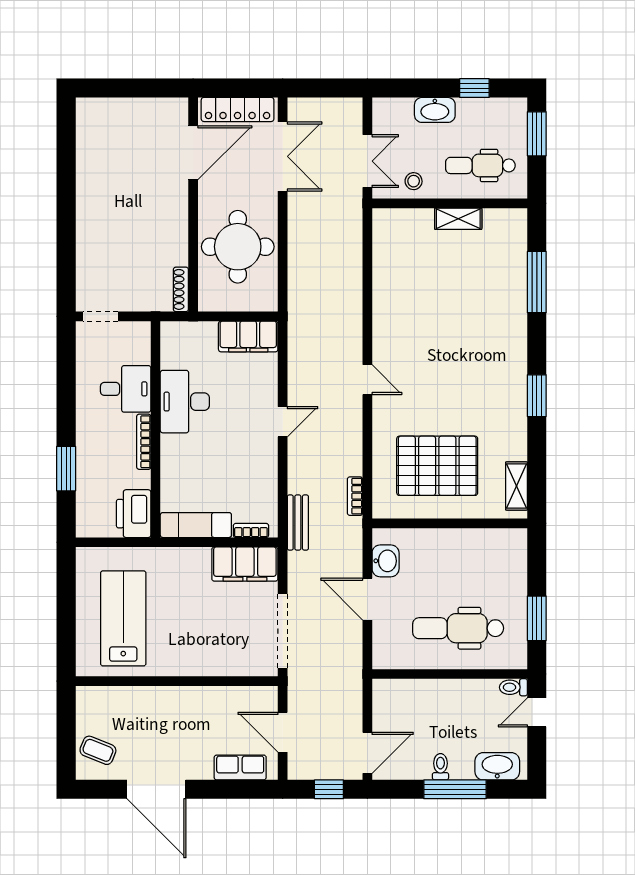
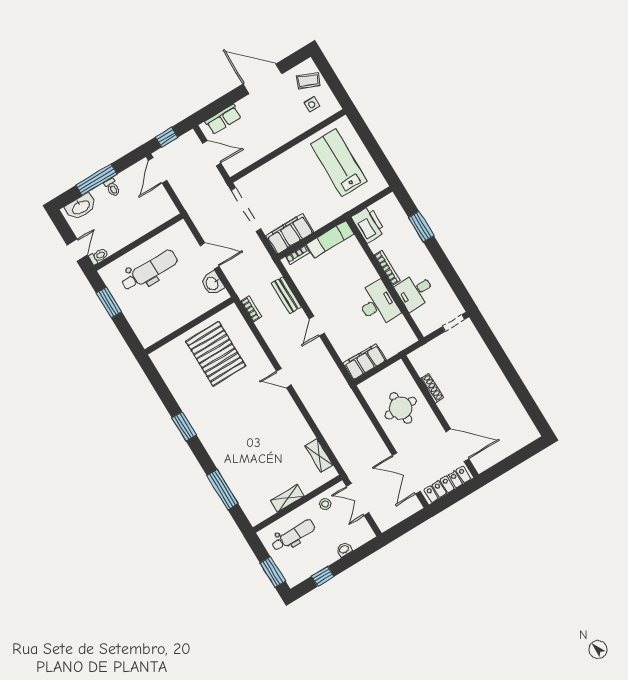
washbasin: (435, 110) -> (344, 550), width x0.52, depth x0.69
door: (193, 153) -> (457, 445), swing flipped
round table: (238, 247) -> (401, 408), width x0.73, depth x0.73
shoe rack: (181, 289) -> (432, 388), moved
pallet: (437, 466) -> (216, 354), turned 90
shelving: (516, 486) -> (319, 456), moved
bench: (298, 523) -> (286, 295), moved
lab bench: (123, 618) -> (339, 163), turned 180
side table: (112, 716) -> (312, 105), added

